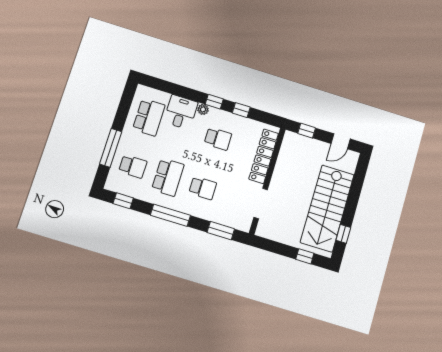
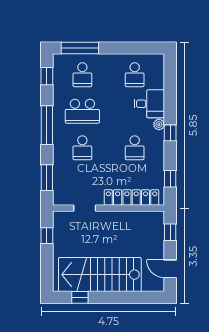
window: (241, 110) -> (170, 179), moved
school desk: (149, 117) -> (135, 75), width x0.54
window: (111, 148) -> (80, 48), moved
doorway: (261, 203) -> (85, 208), width x0.73
window: (305, 256) -> (47, 236), moved

